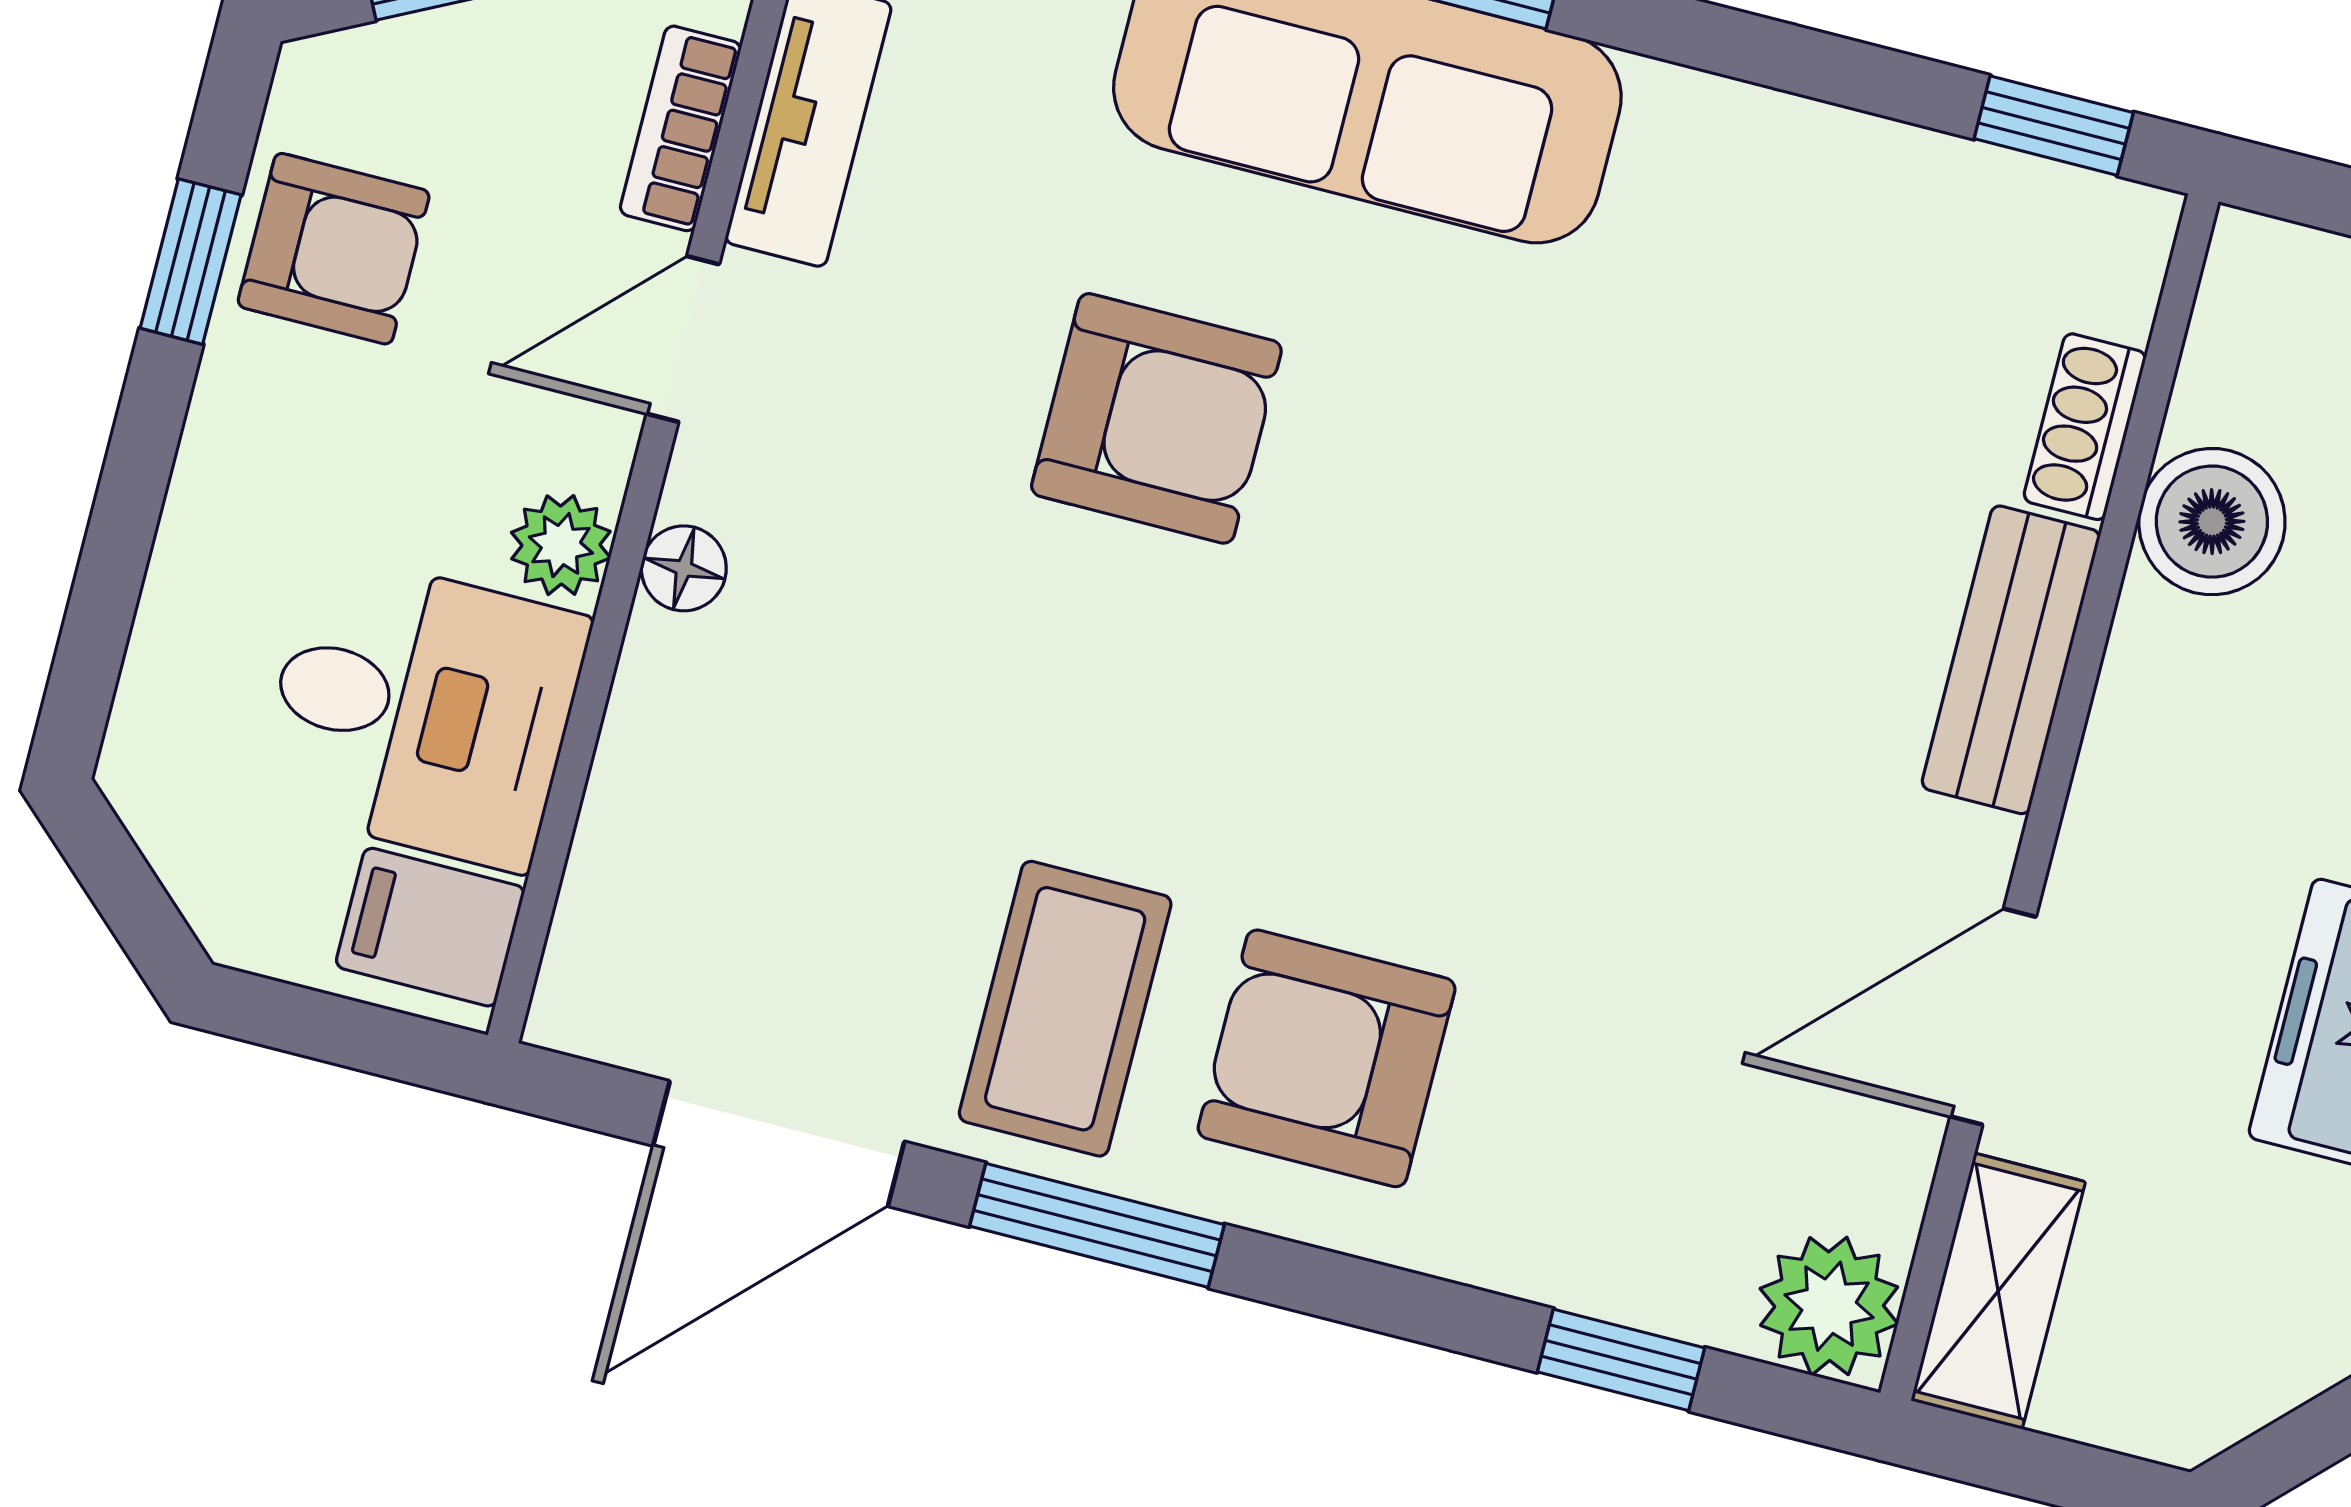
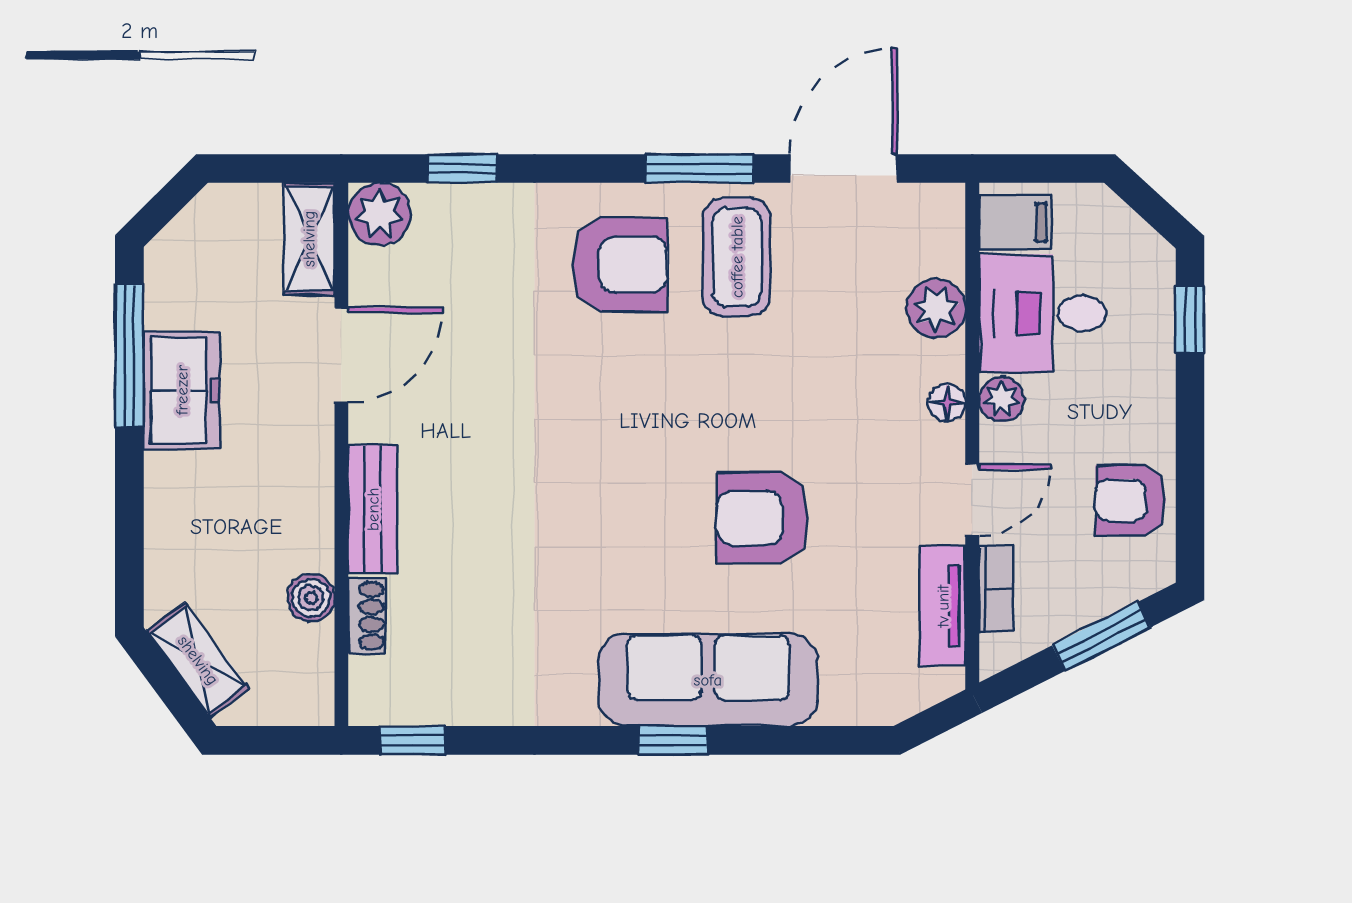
window: (191, 262) -> (1190, 320), moved
boiler: (2212, 522) -> (311, 598), width x0.73, depth x0.73
plant: (654, 782) -> (936, 309), added

